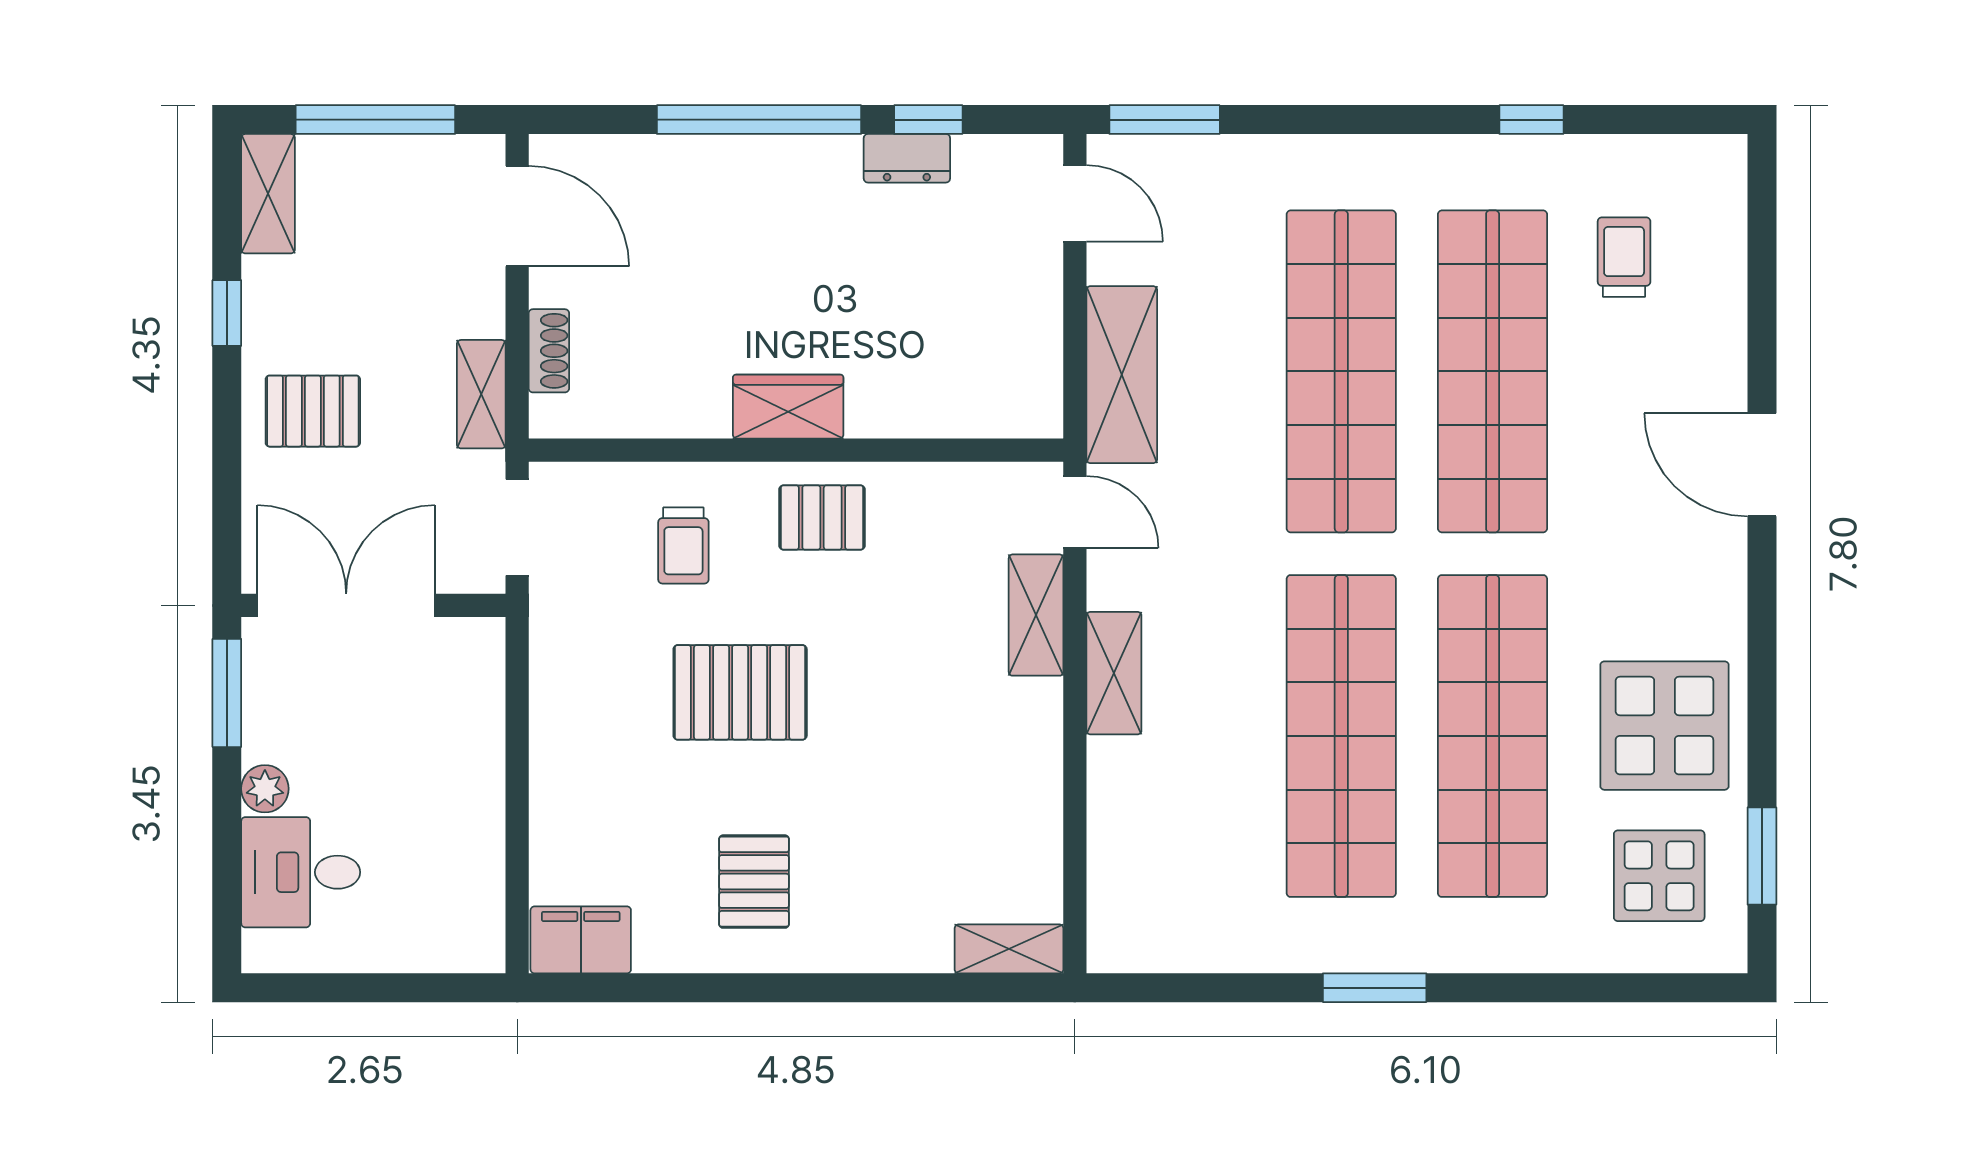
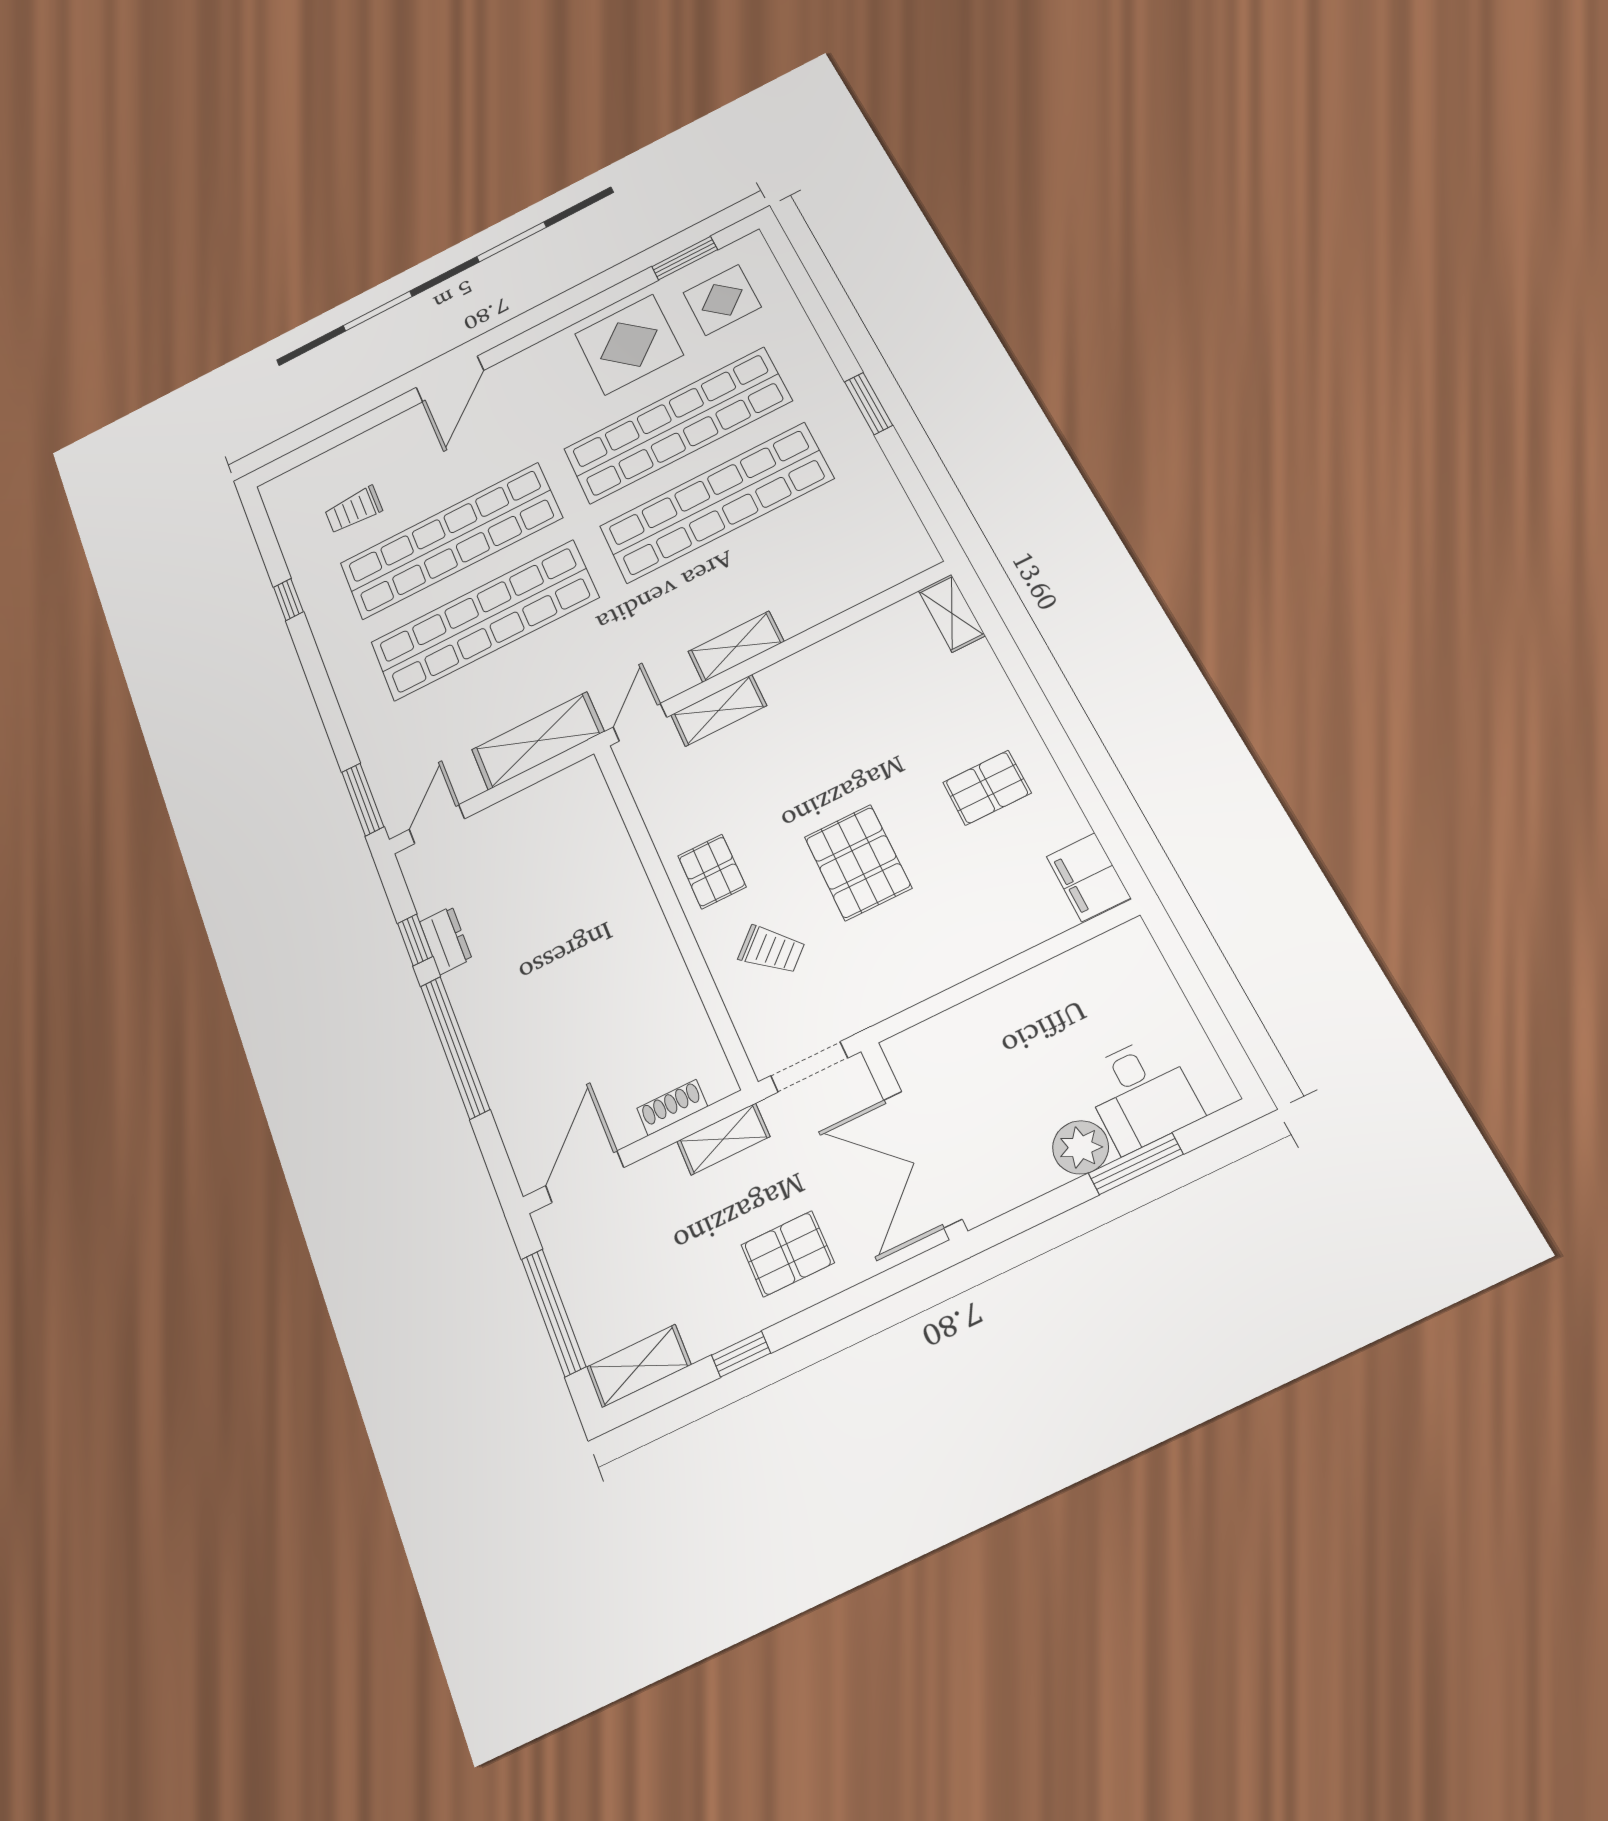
wardrobe: (788, 407) -> (645, 931), removed
pallet: (313, 411) -> (788, 1254), turned 90
trolley: (683, 545) -> (771, 950), turned 45
window: (227, 693) -> (1136, 1164), moved
plant: (265, 789) -> (1081, 1147), width x1.38, depth x1.38

